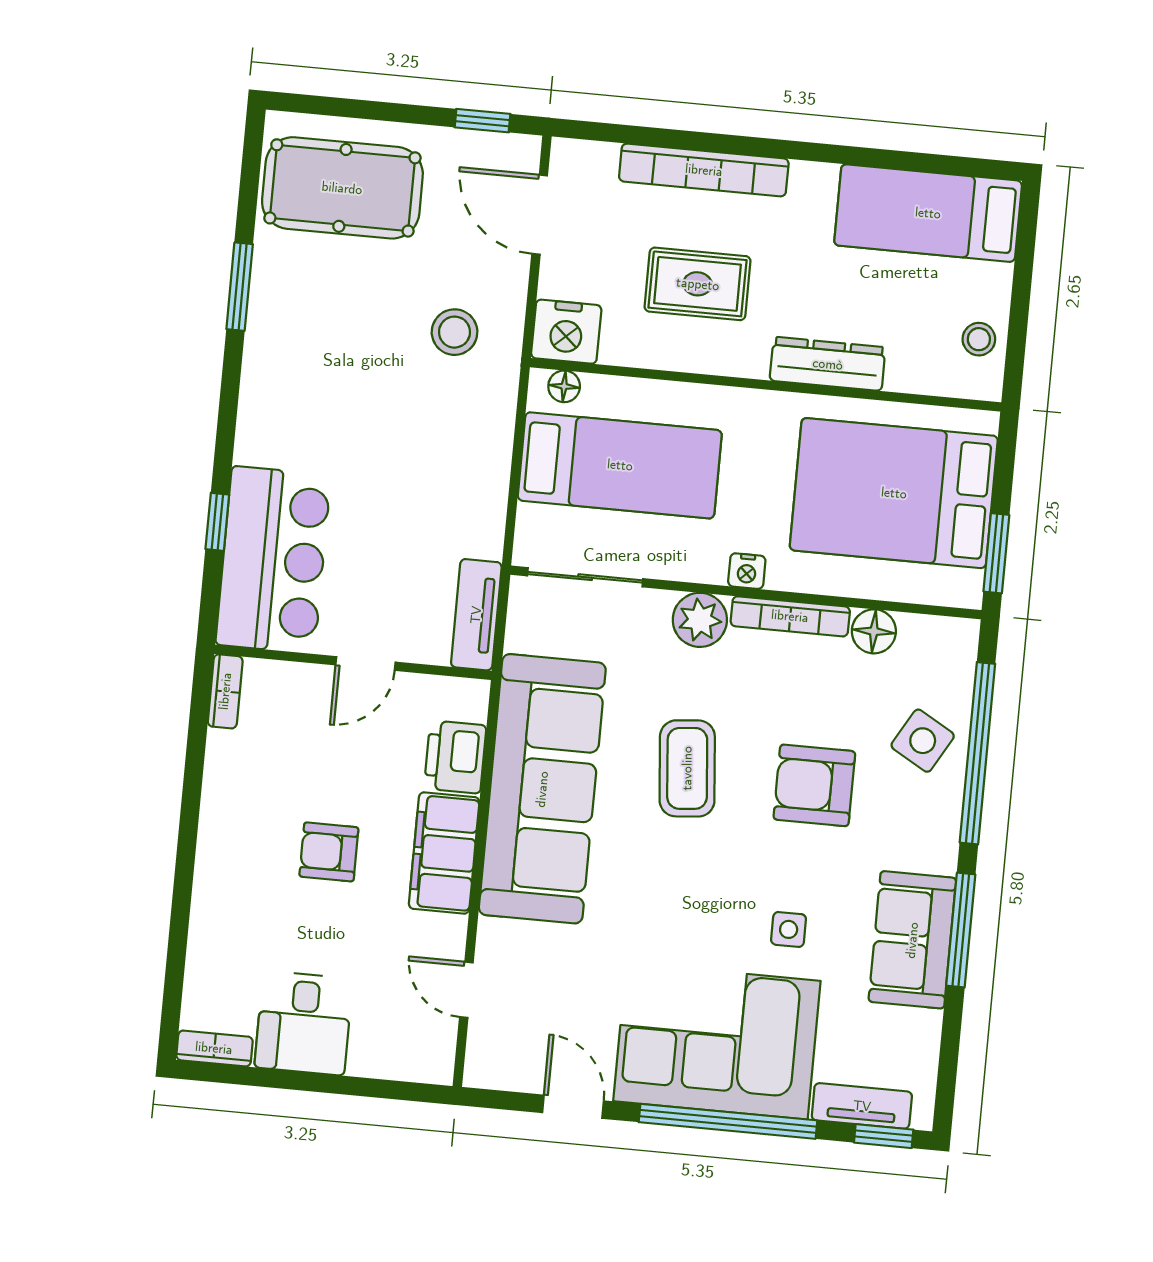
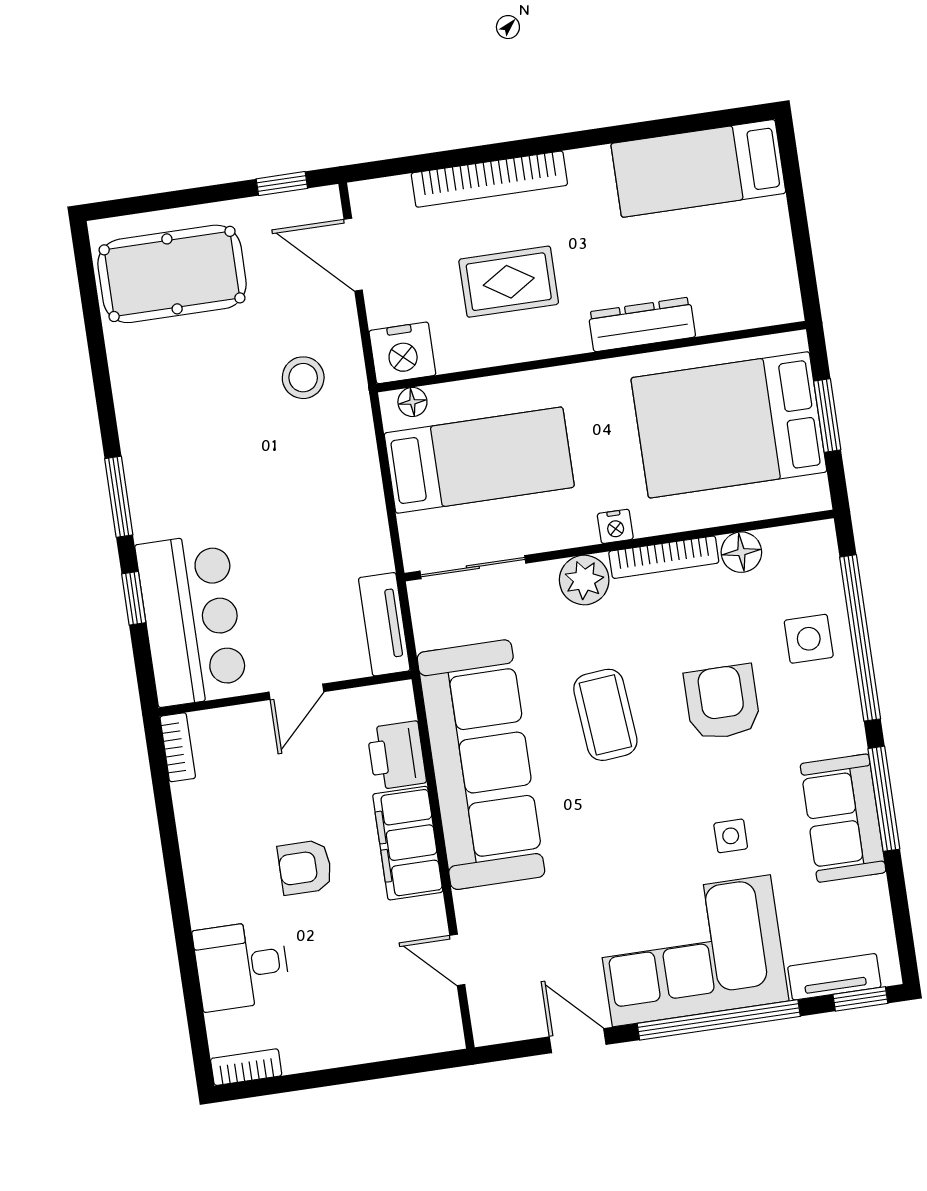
window: (240, 287) -> (119, 497), moved
stool: (979, 339) -> (771, 269), removed
window: (996, 553) -> (827, 415), moved
side table: (923, 741) -> (809, 639), turned -30
armchair: (814, 785) -> (722, 702), turned 90
desk: (304, 1023) -> (242, 965), moved, turned 90

